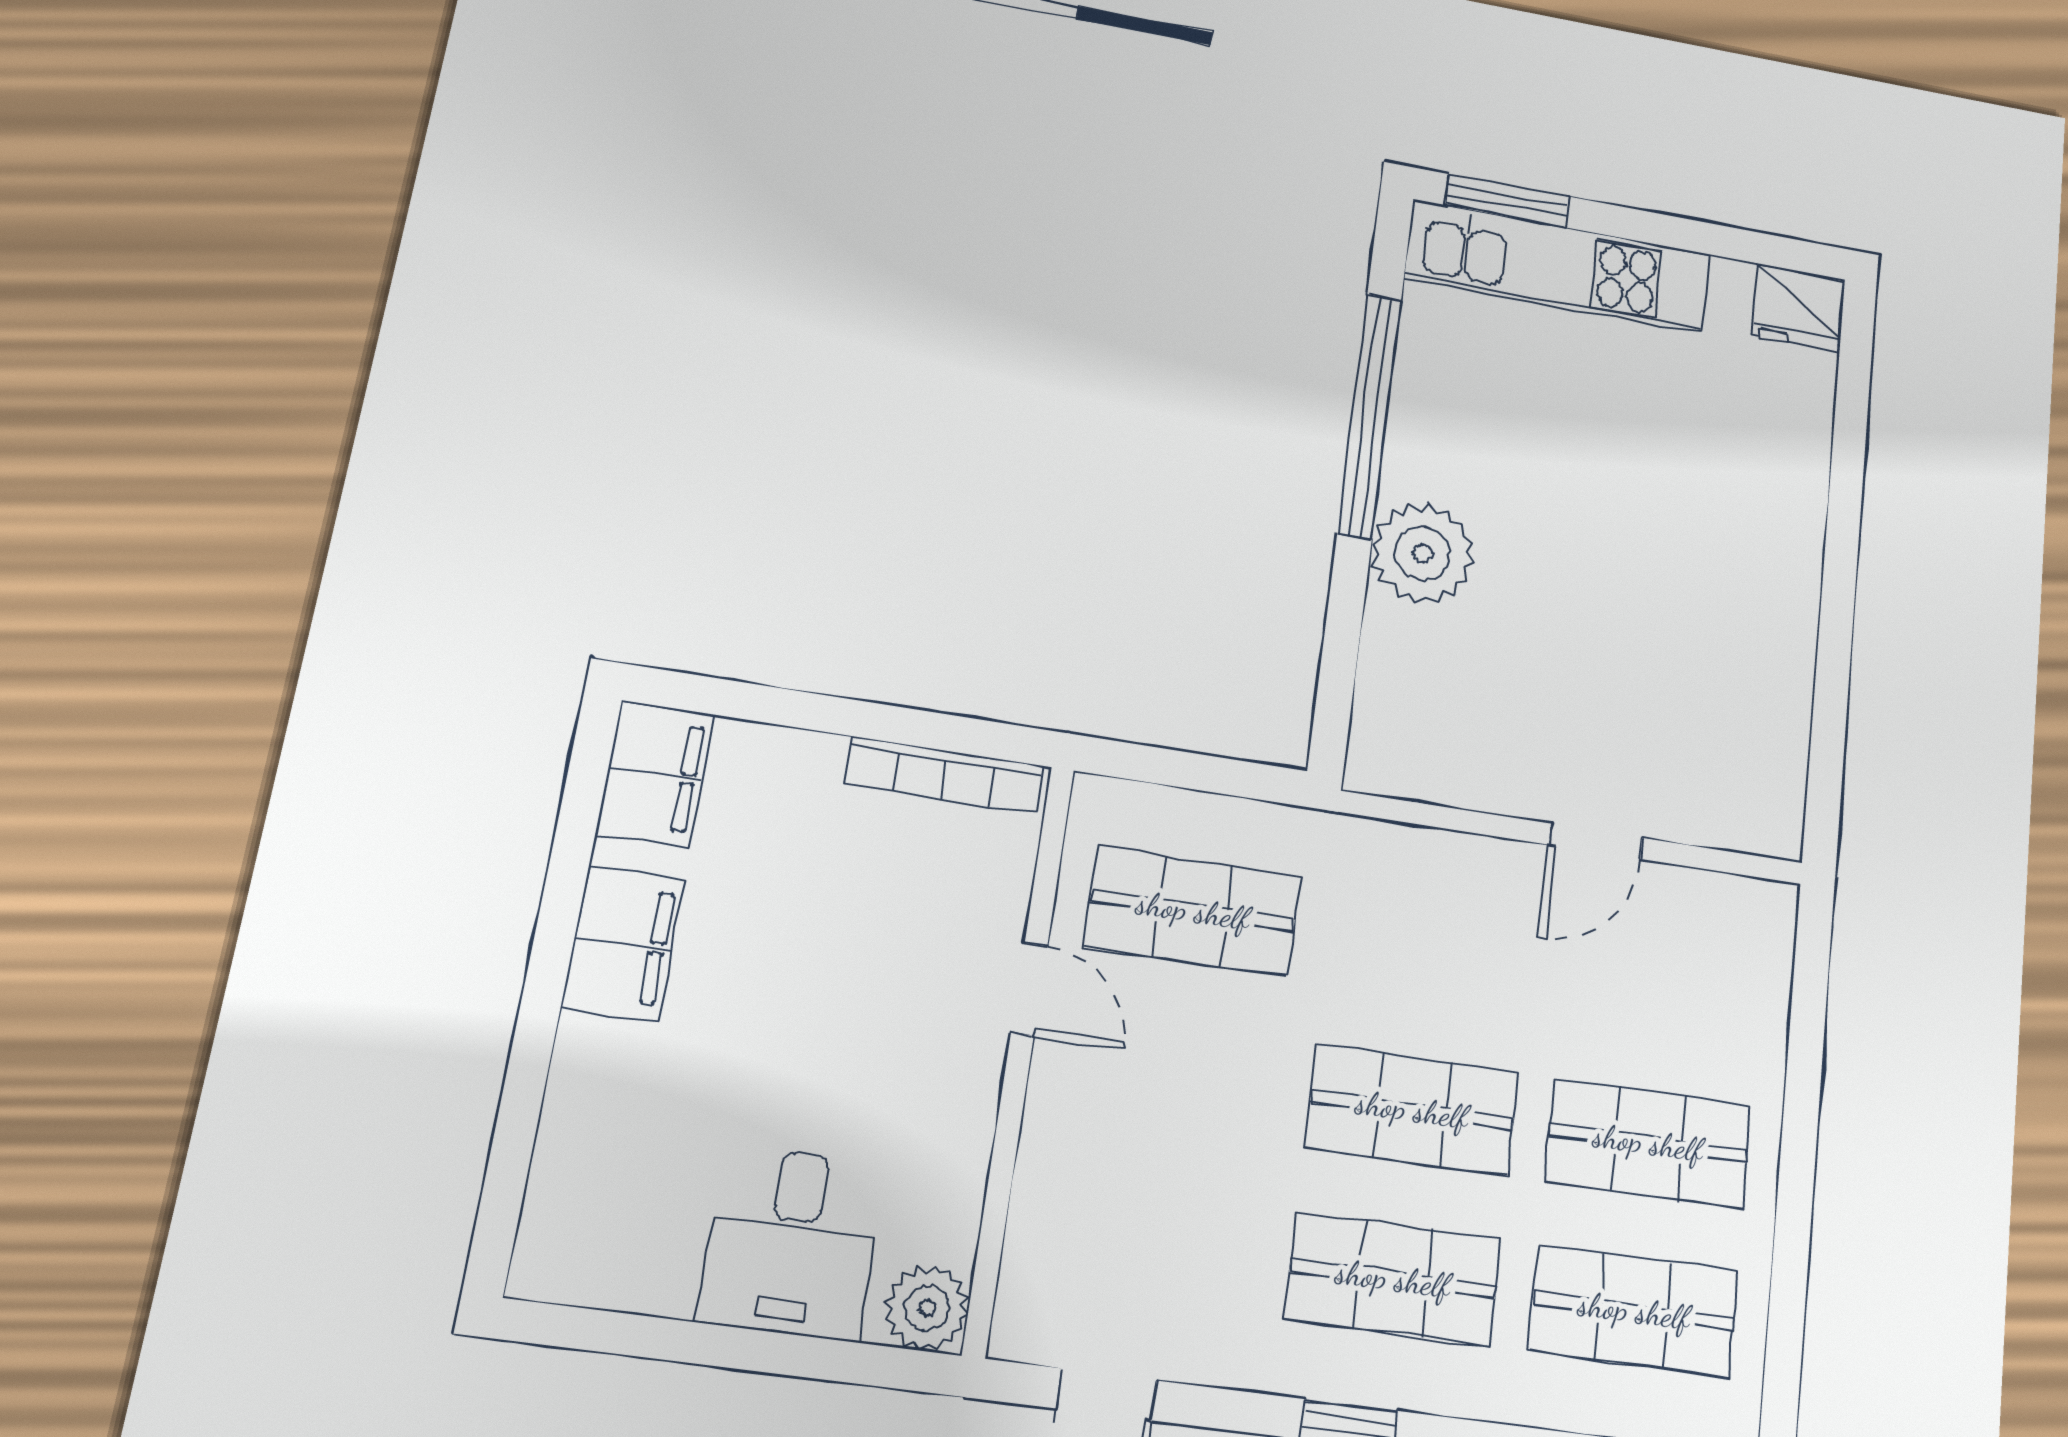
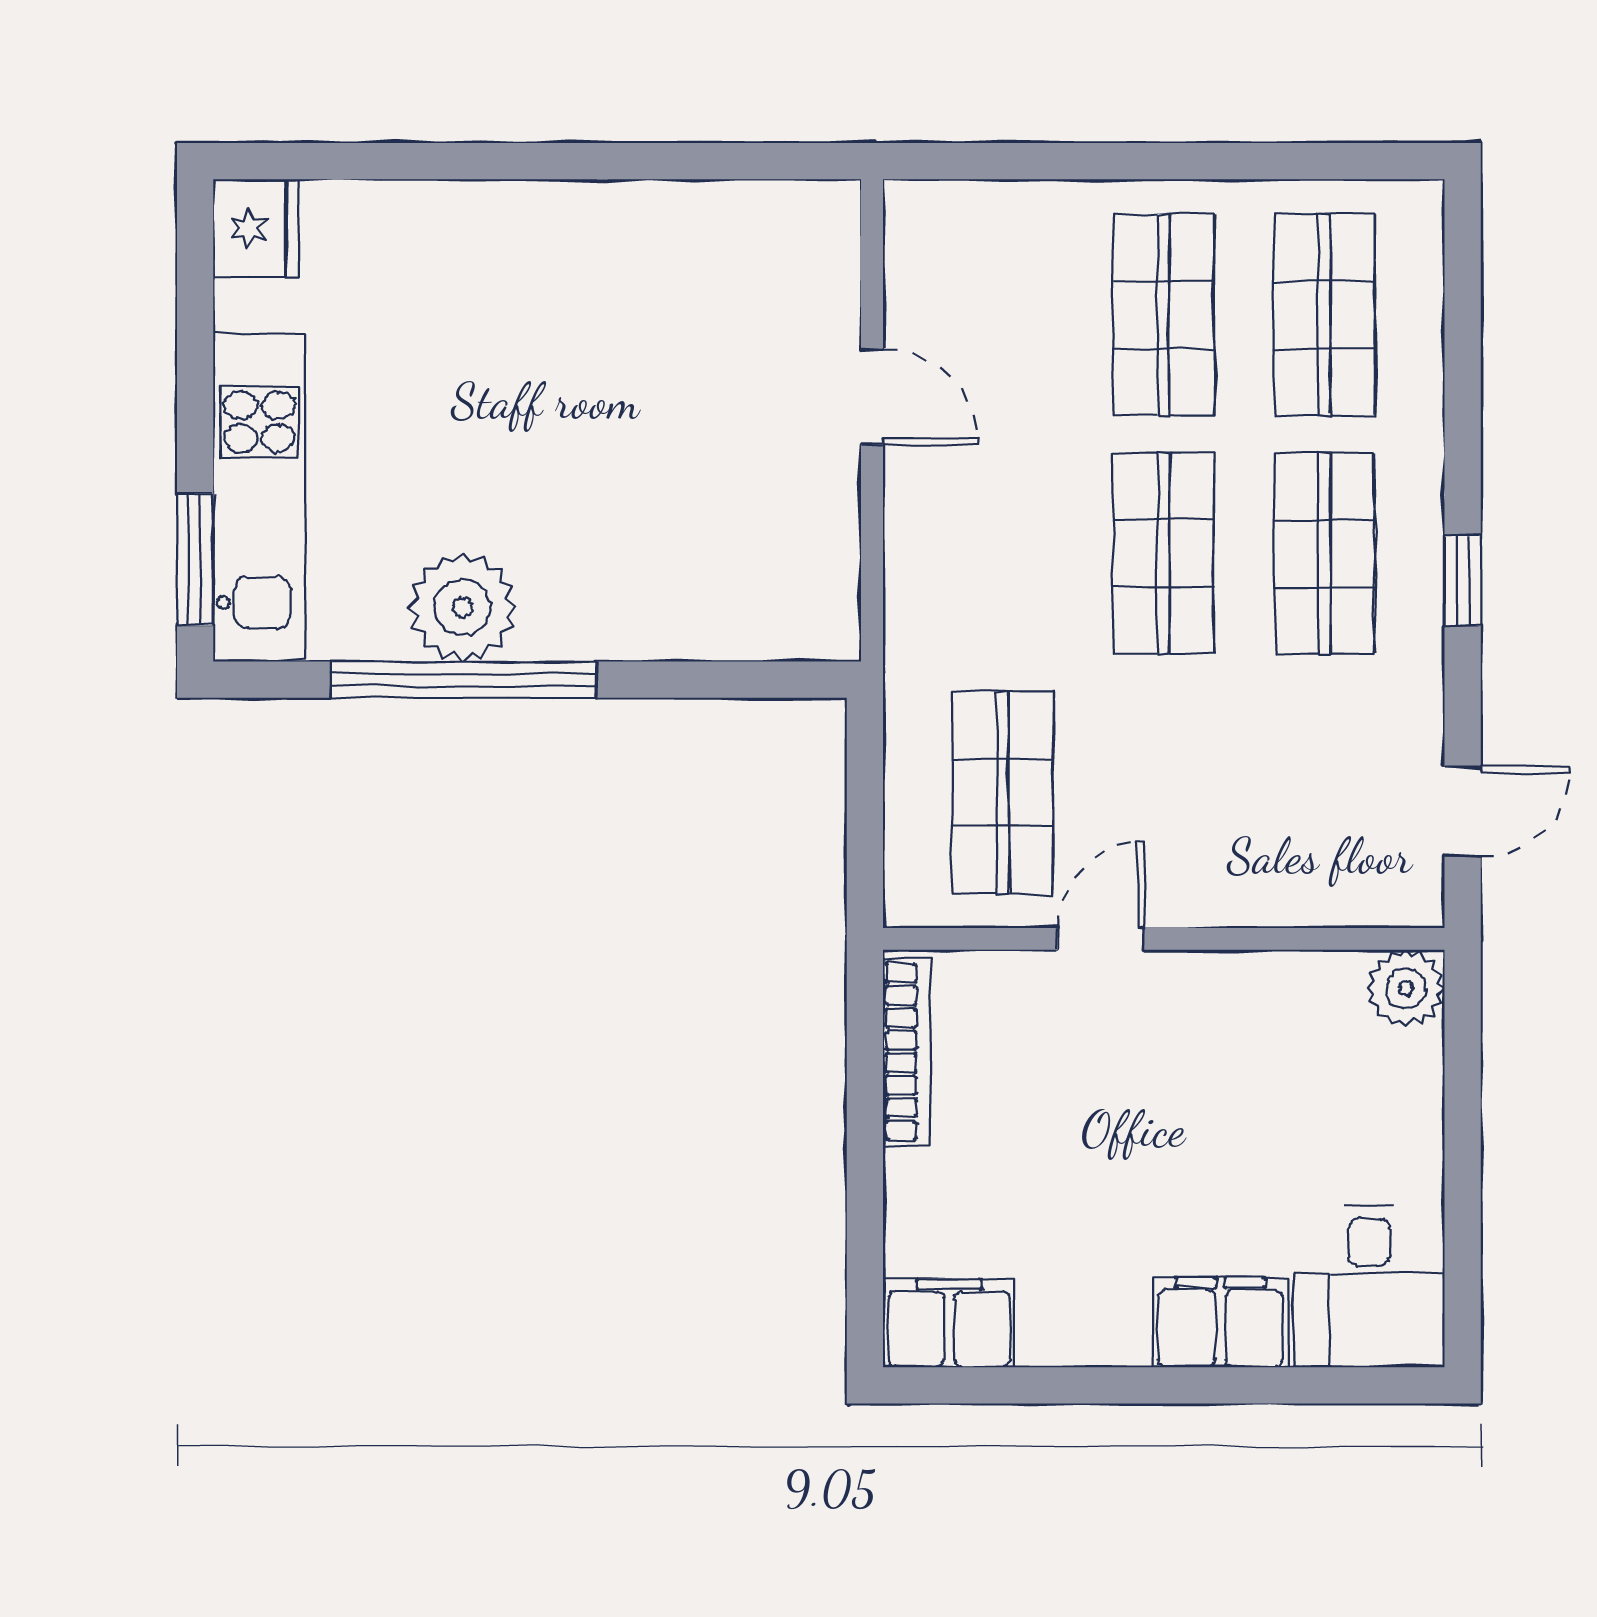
plant: (1423, 554) -> (462, 607), moved
filing cabinet: (623, 944) -> (1220, 1322), moved
desk: (792, 1242) -> (1369, 1286), moved, turned 90

